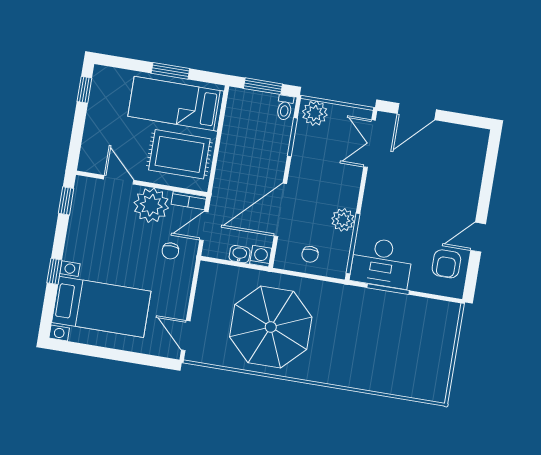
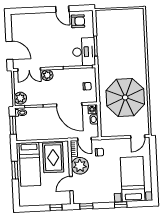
window: (84, 90) -> (56, 208), moved
plant: (343, 220) -> (47, 75), moved

